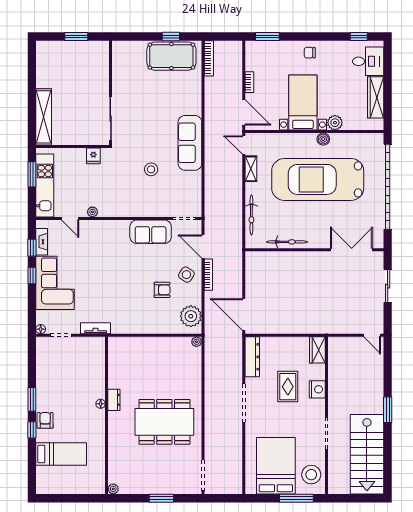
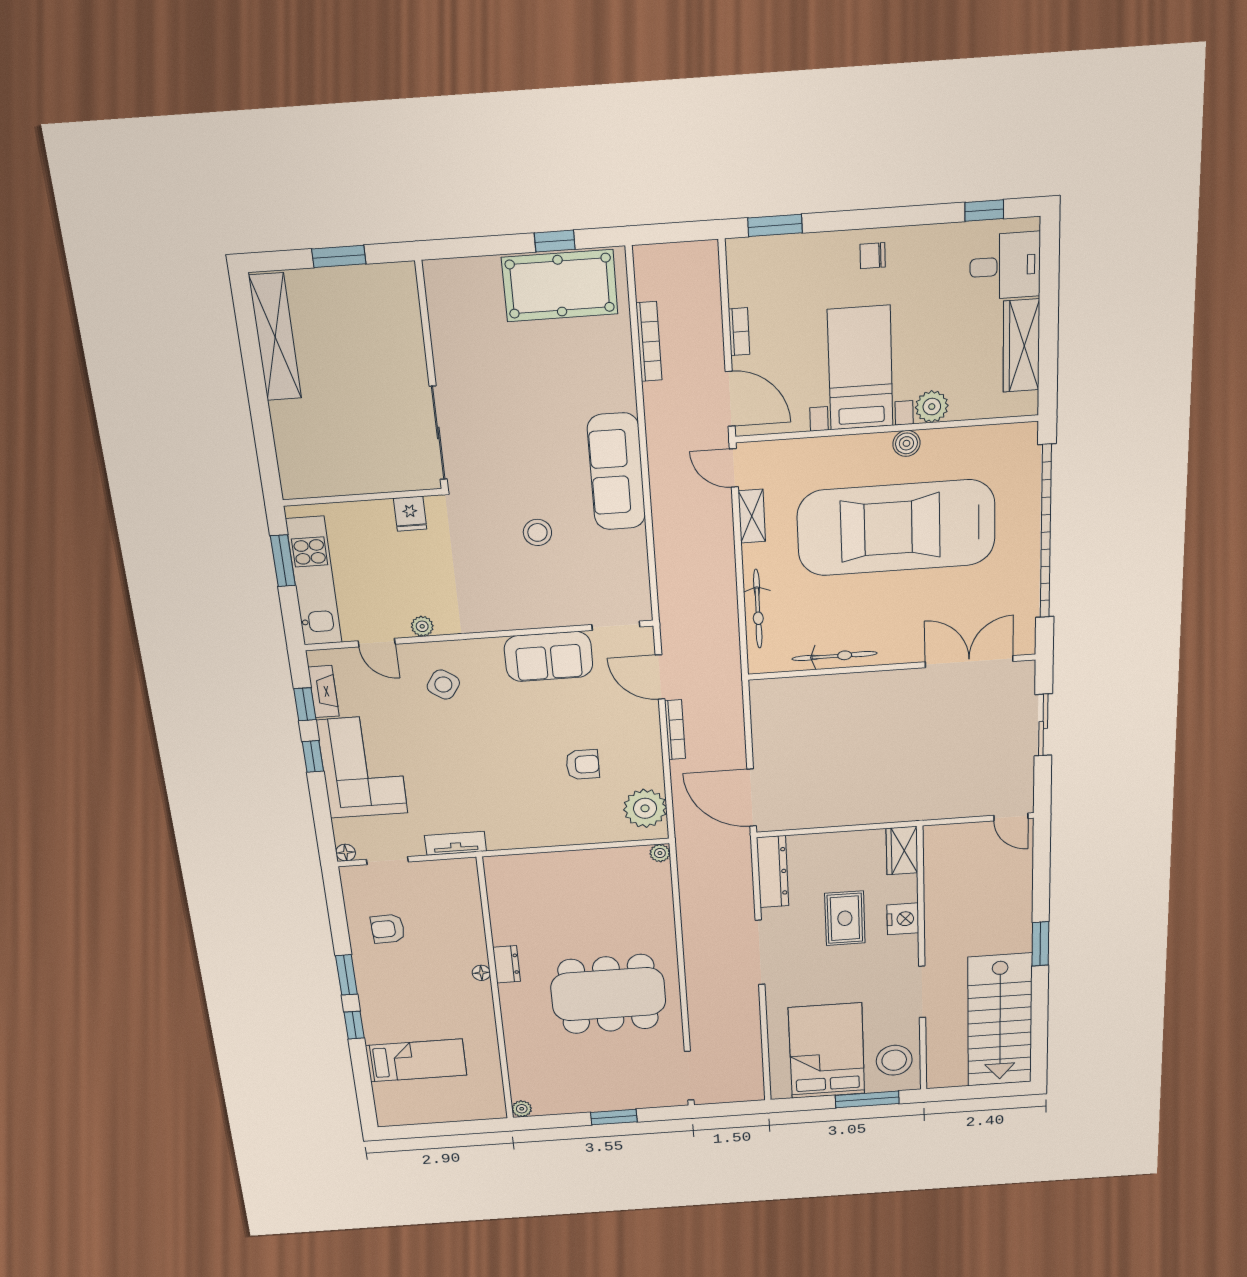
bookcase: (209, 58) -> (649, 342), moved
shelving: (44, 117) -> (275, 337), moved
side table: (186, 275) -> (443, 685), moved
armchair: (45, 420) -> (388, 929), moved, turned -92

